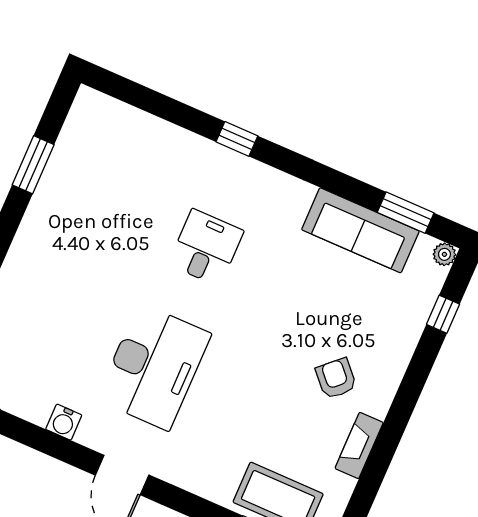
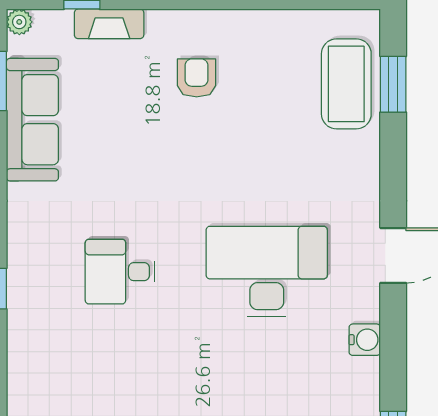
armchair: (336, 378) -> (197, 78), turned 133
fireplace: (359, 445) -> (109, 24), moved

